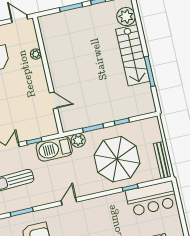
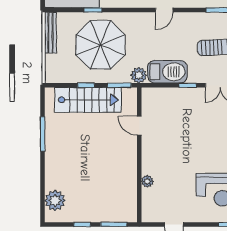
plant: (36, 54) -> (147, 181), moved
stairs: (133, 55) -> (88, 100), moved, turned 90
wall: (48, 75) -> (139, 155), moved
door: (54, 100) -> (139, 126), moved

